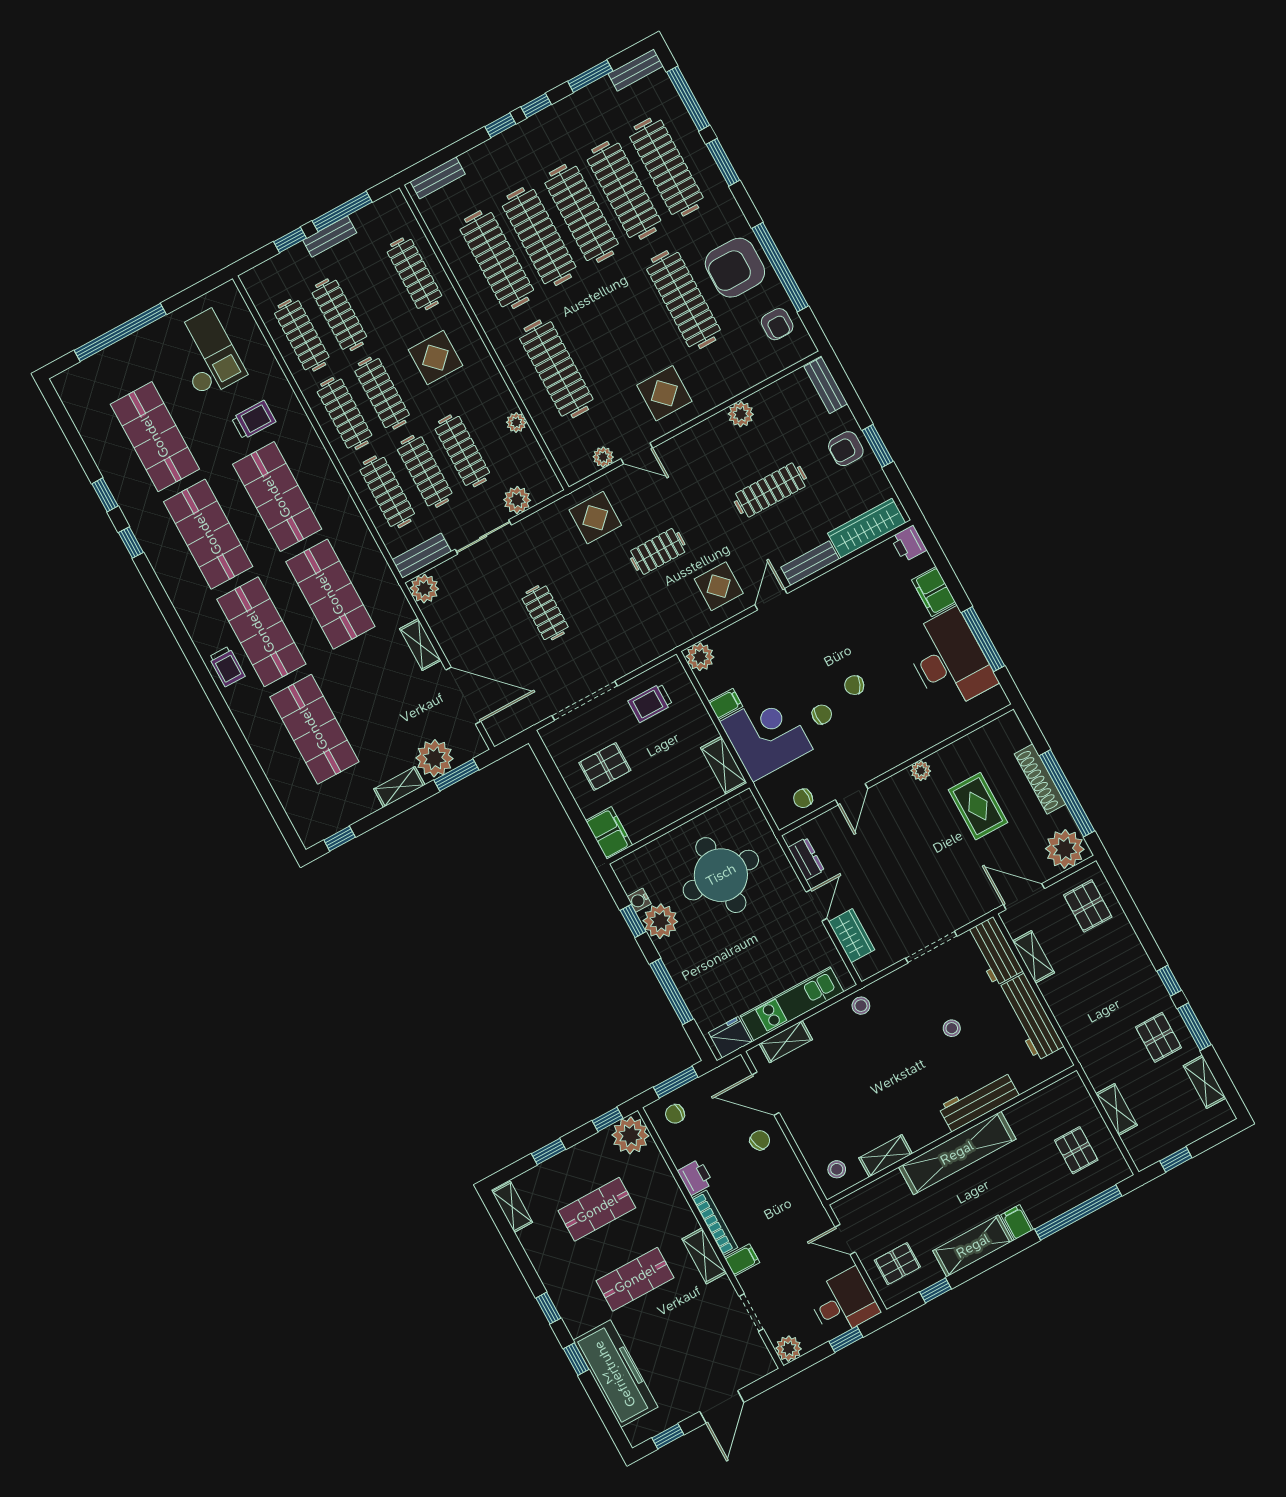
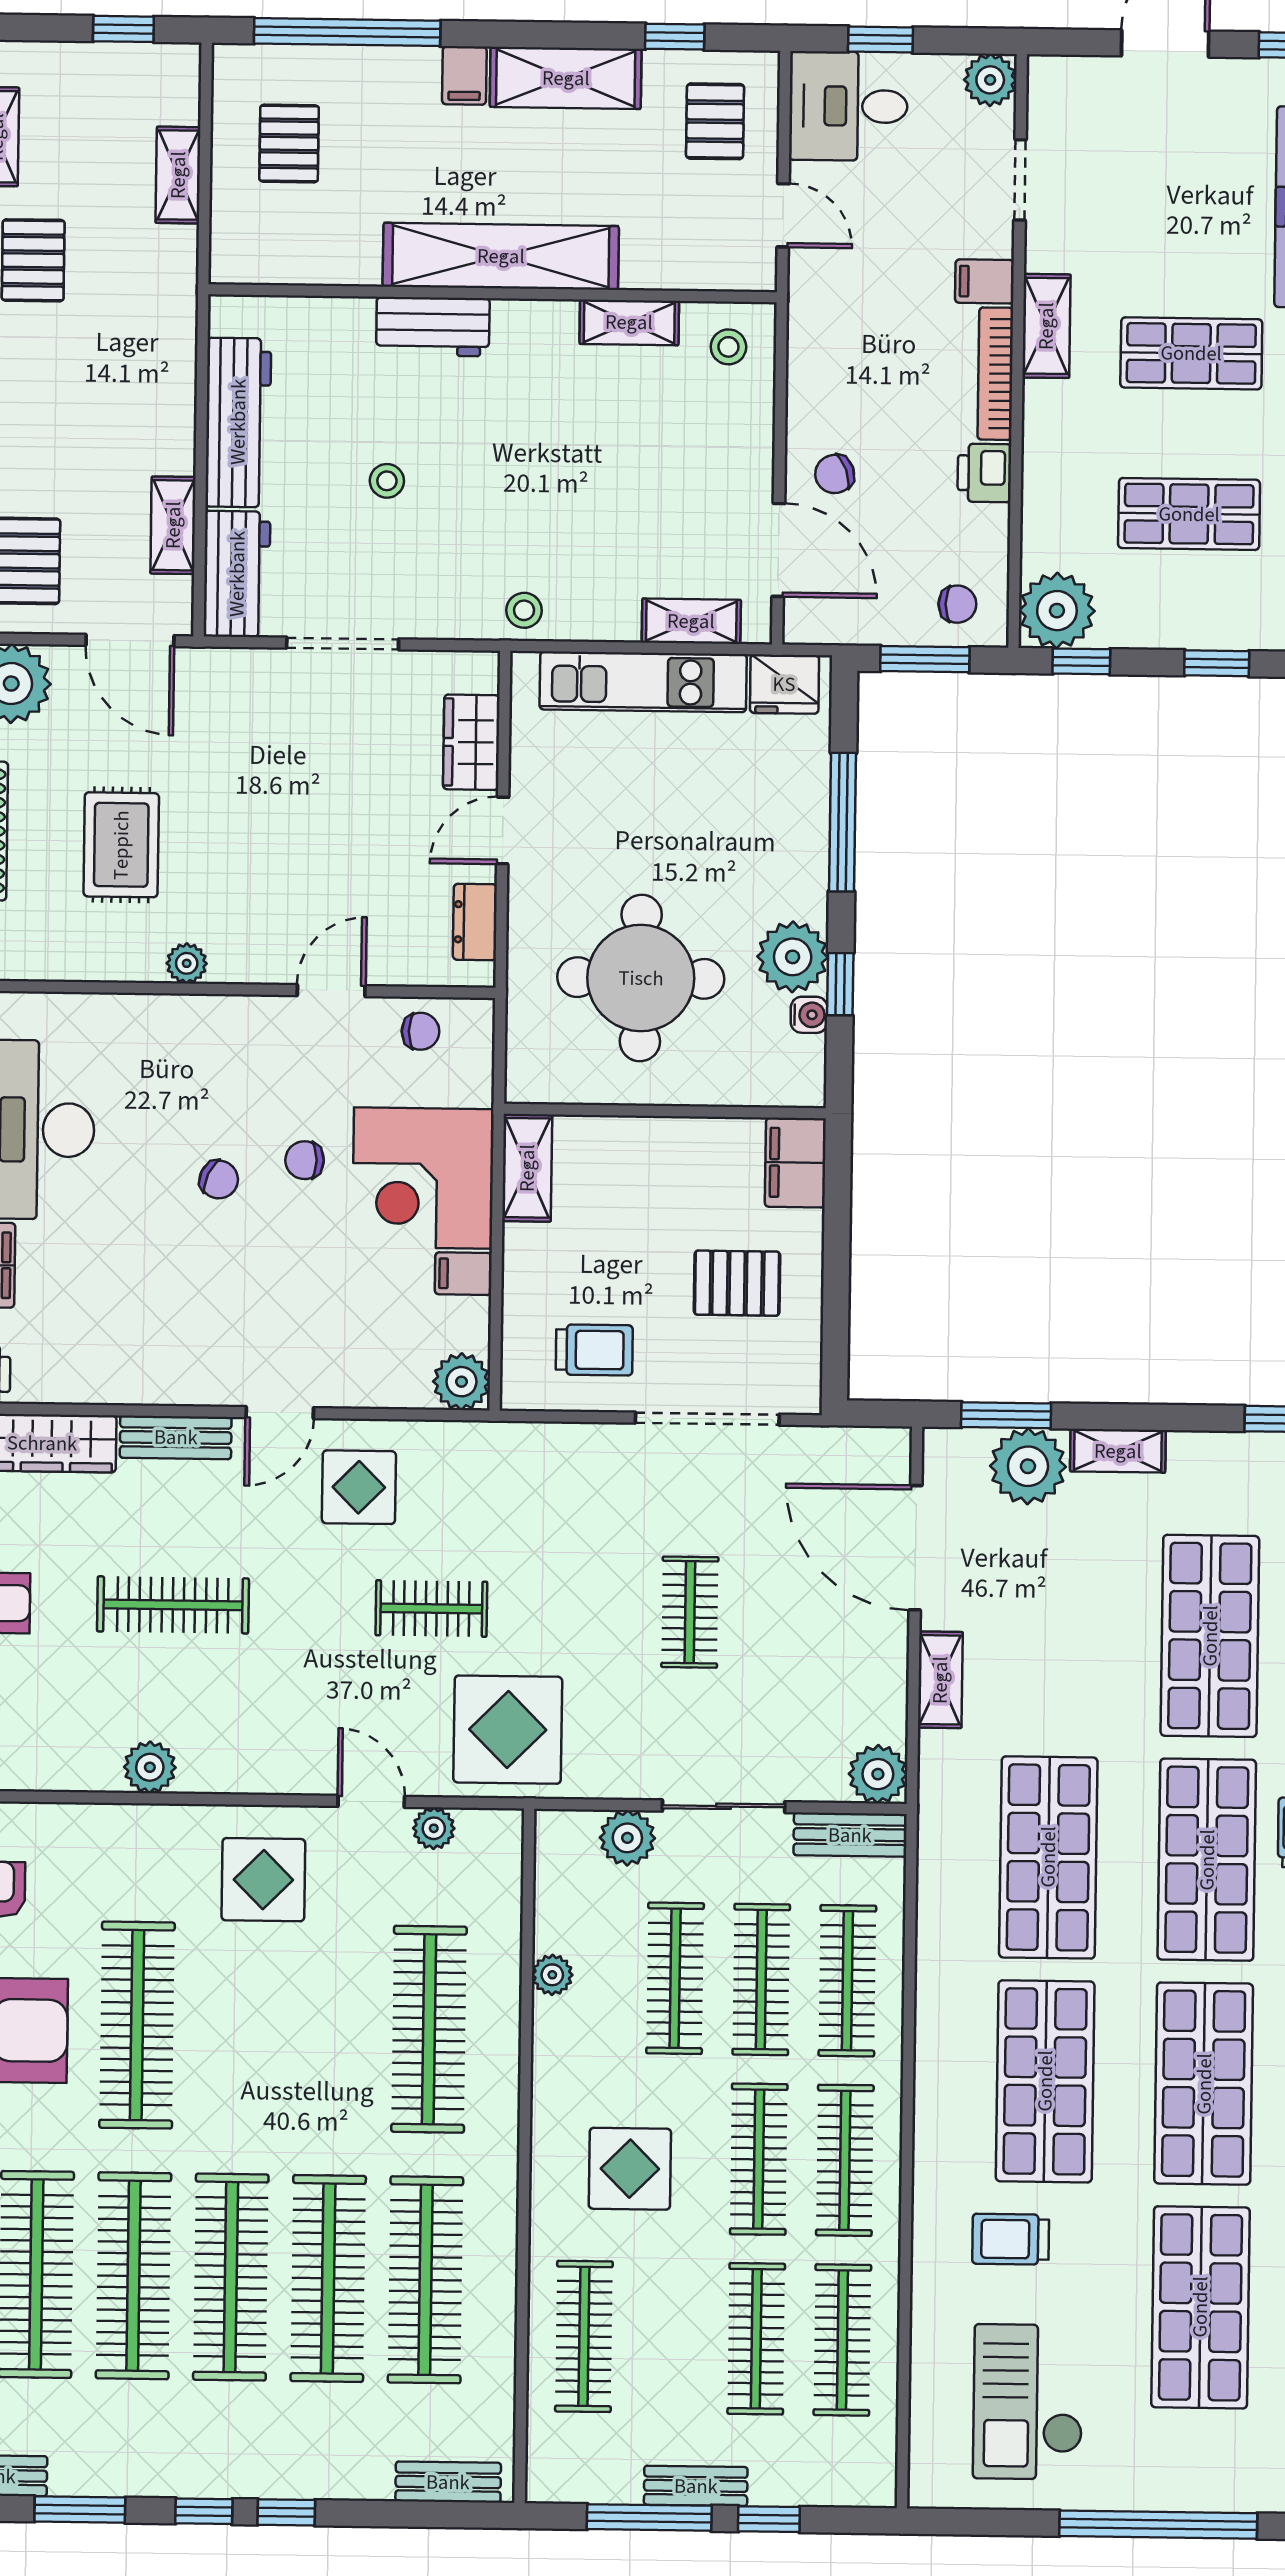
display table: (595, 518) -> (508, 1730), width x1.36, depth x1.36
workbench: (979, 1101) -> (433, 327), width x0.73
pallet: (897, 1264) -> (715, 121), turned 90

